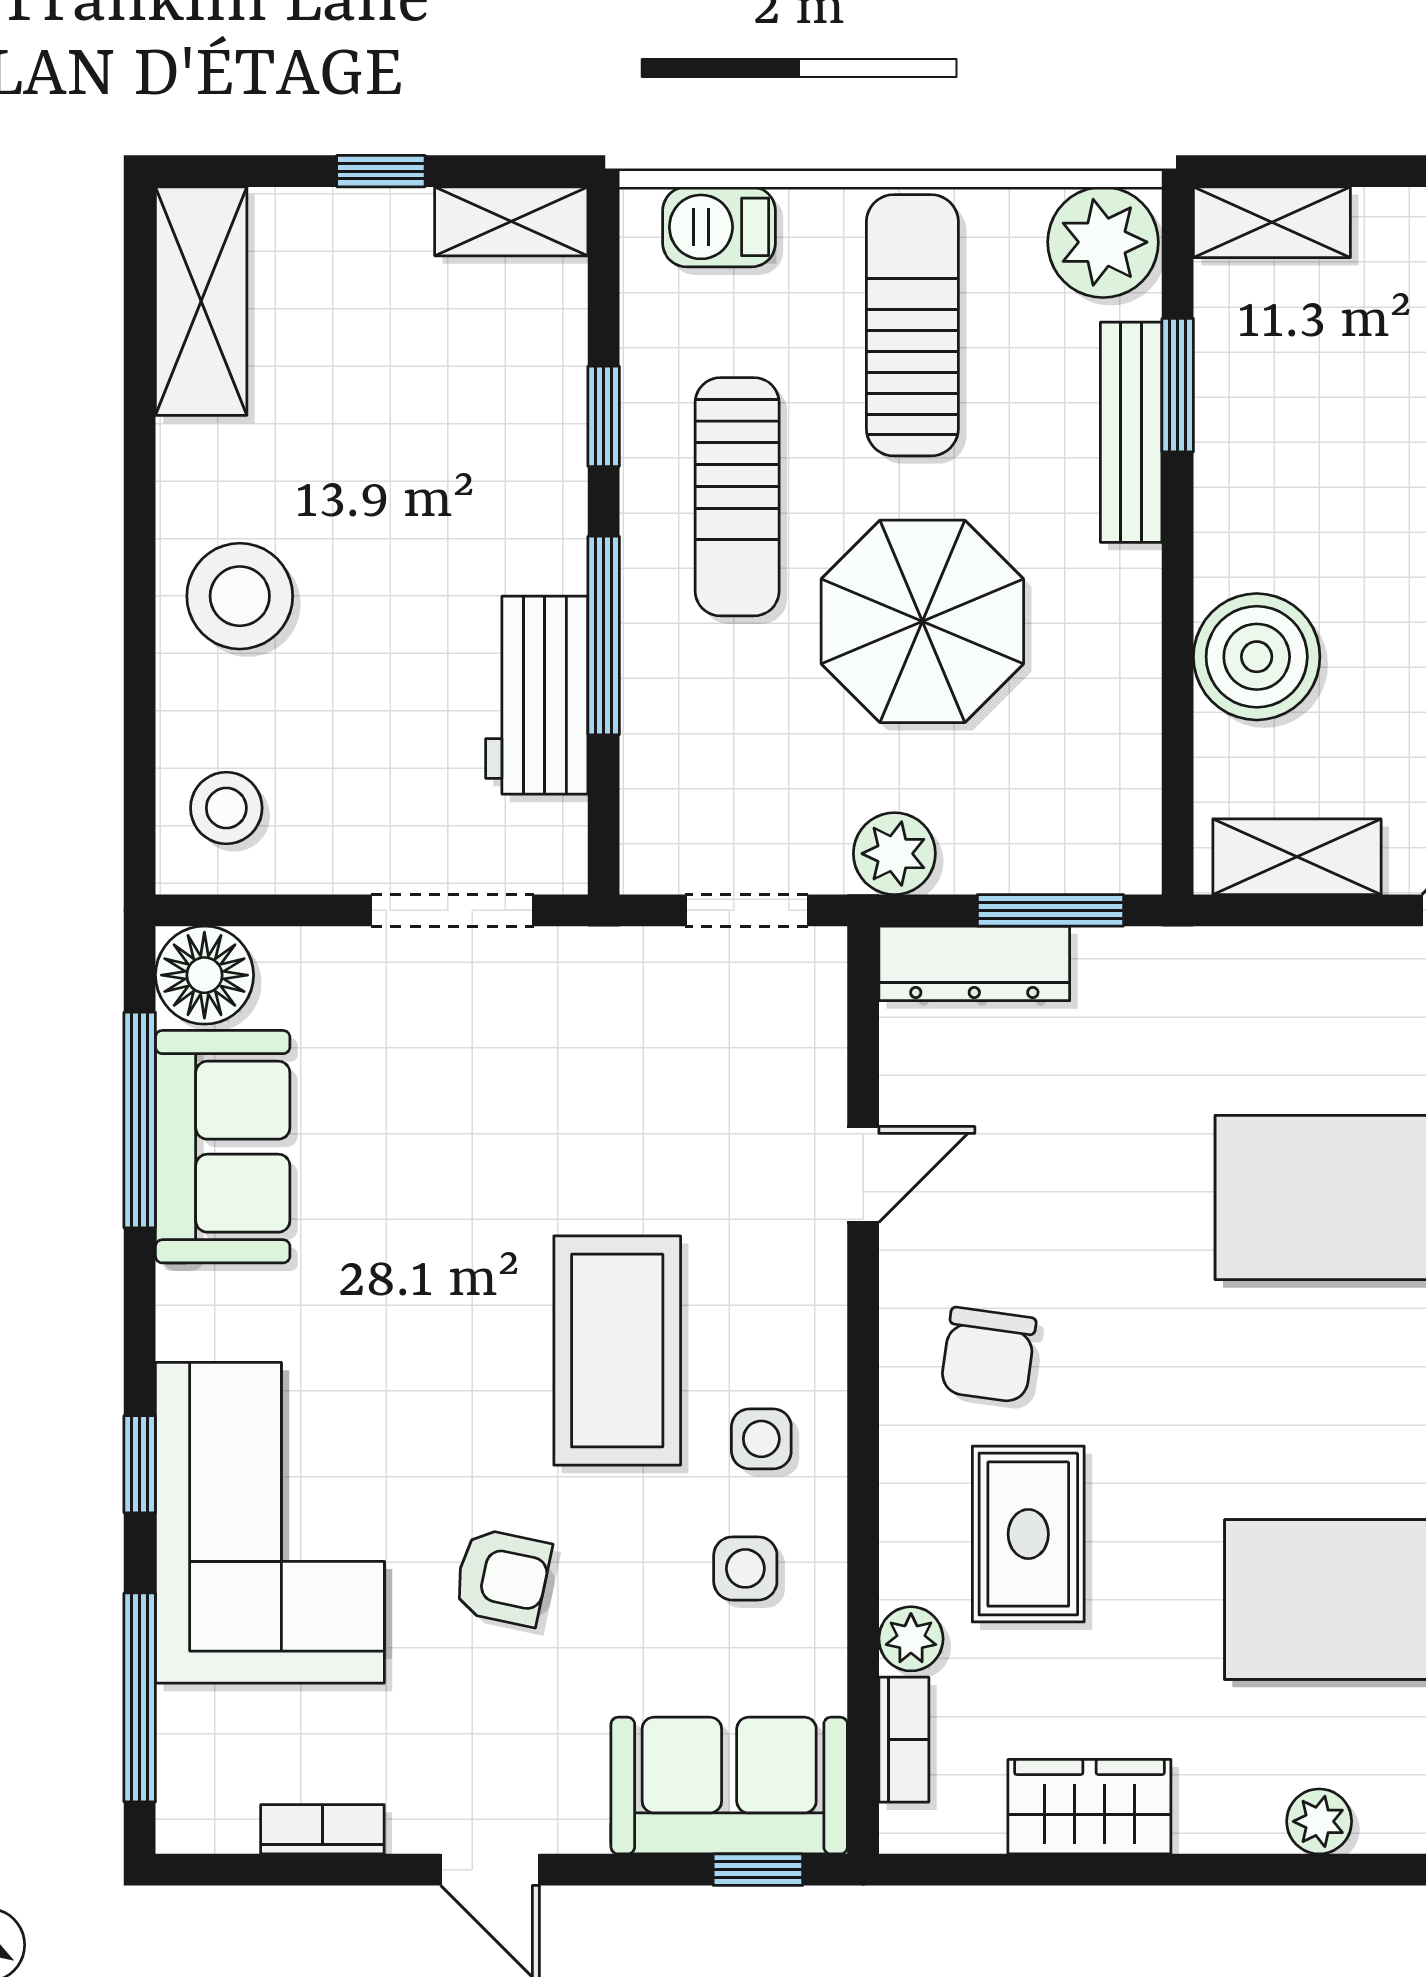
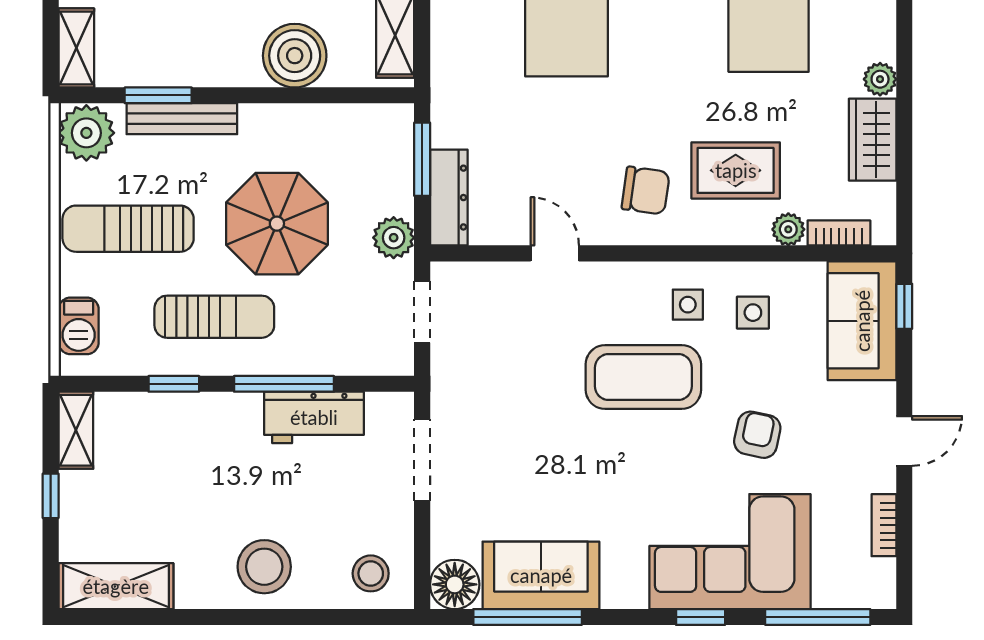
plant: (1319, 1821) -> (880, 79), moved

